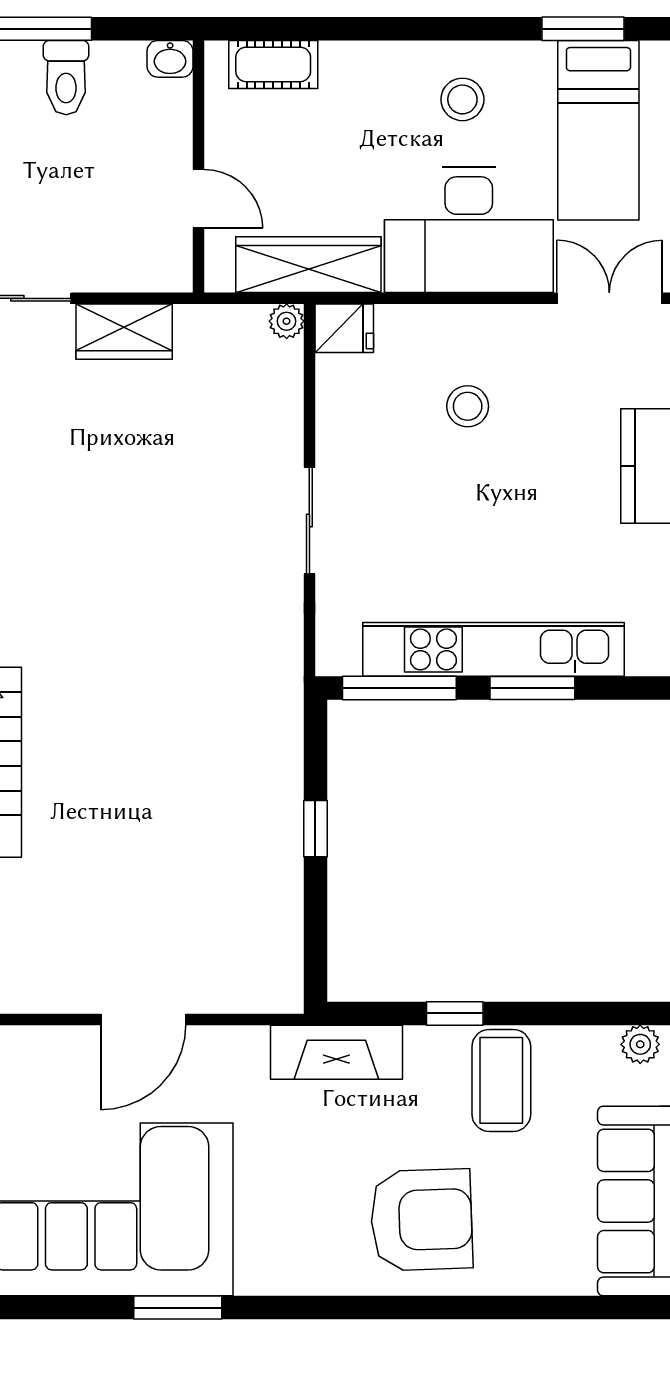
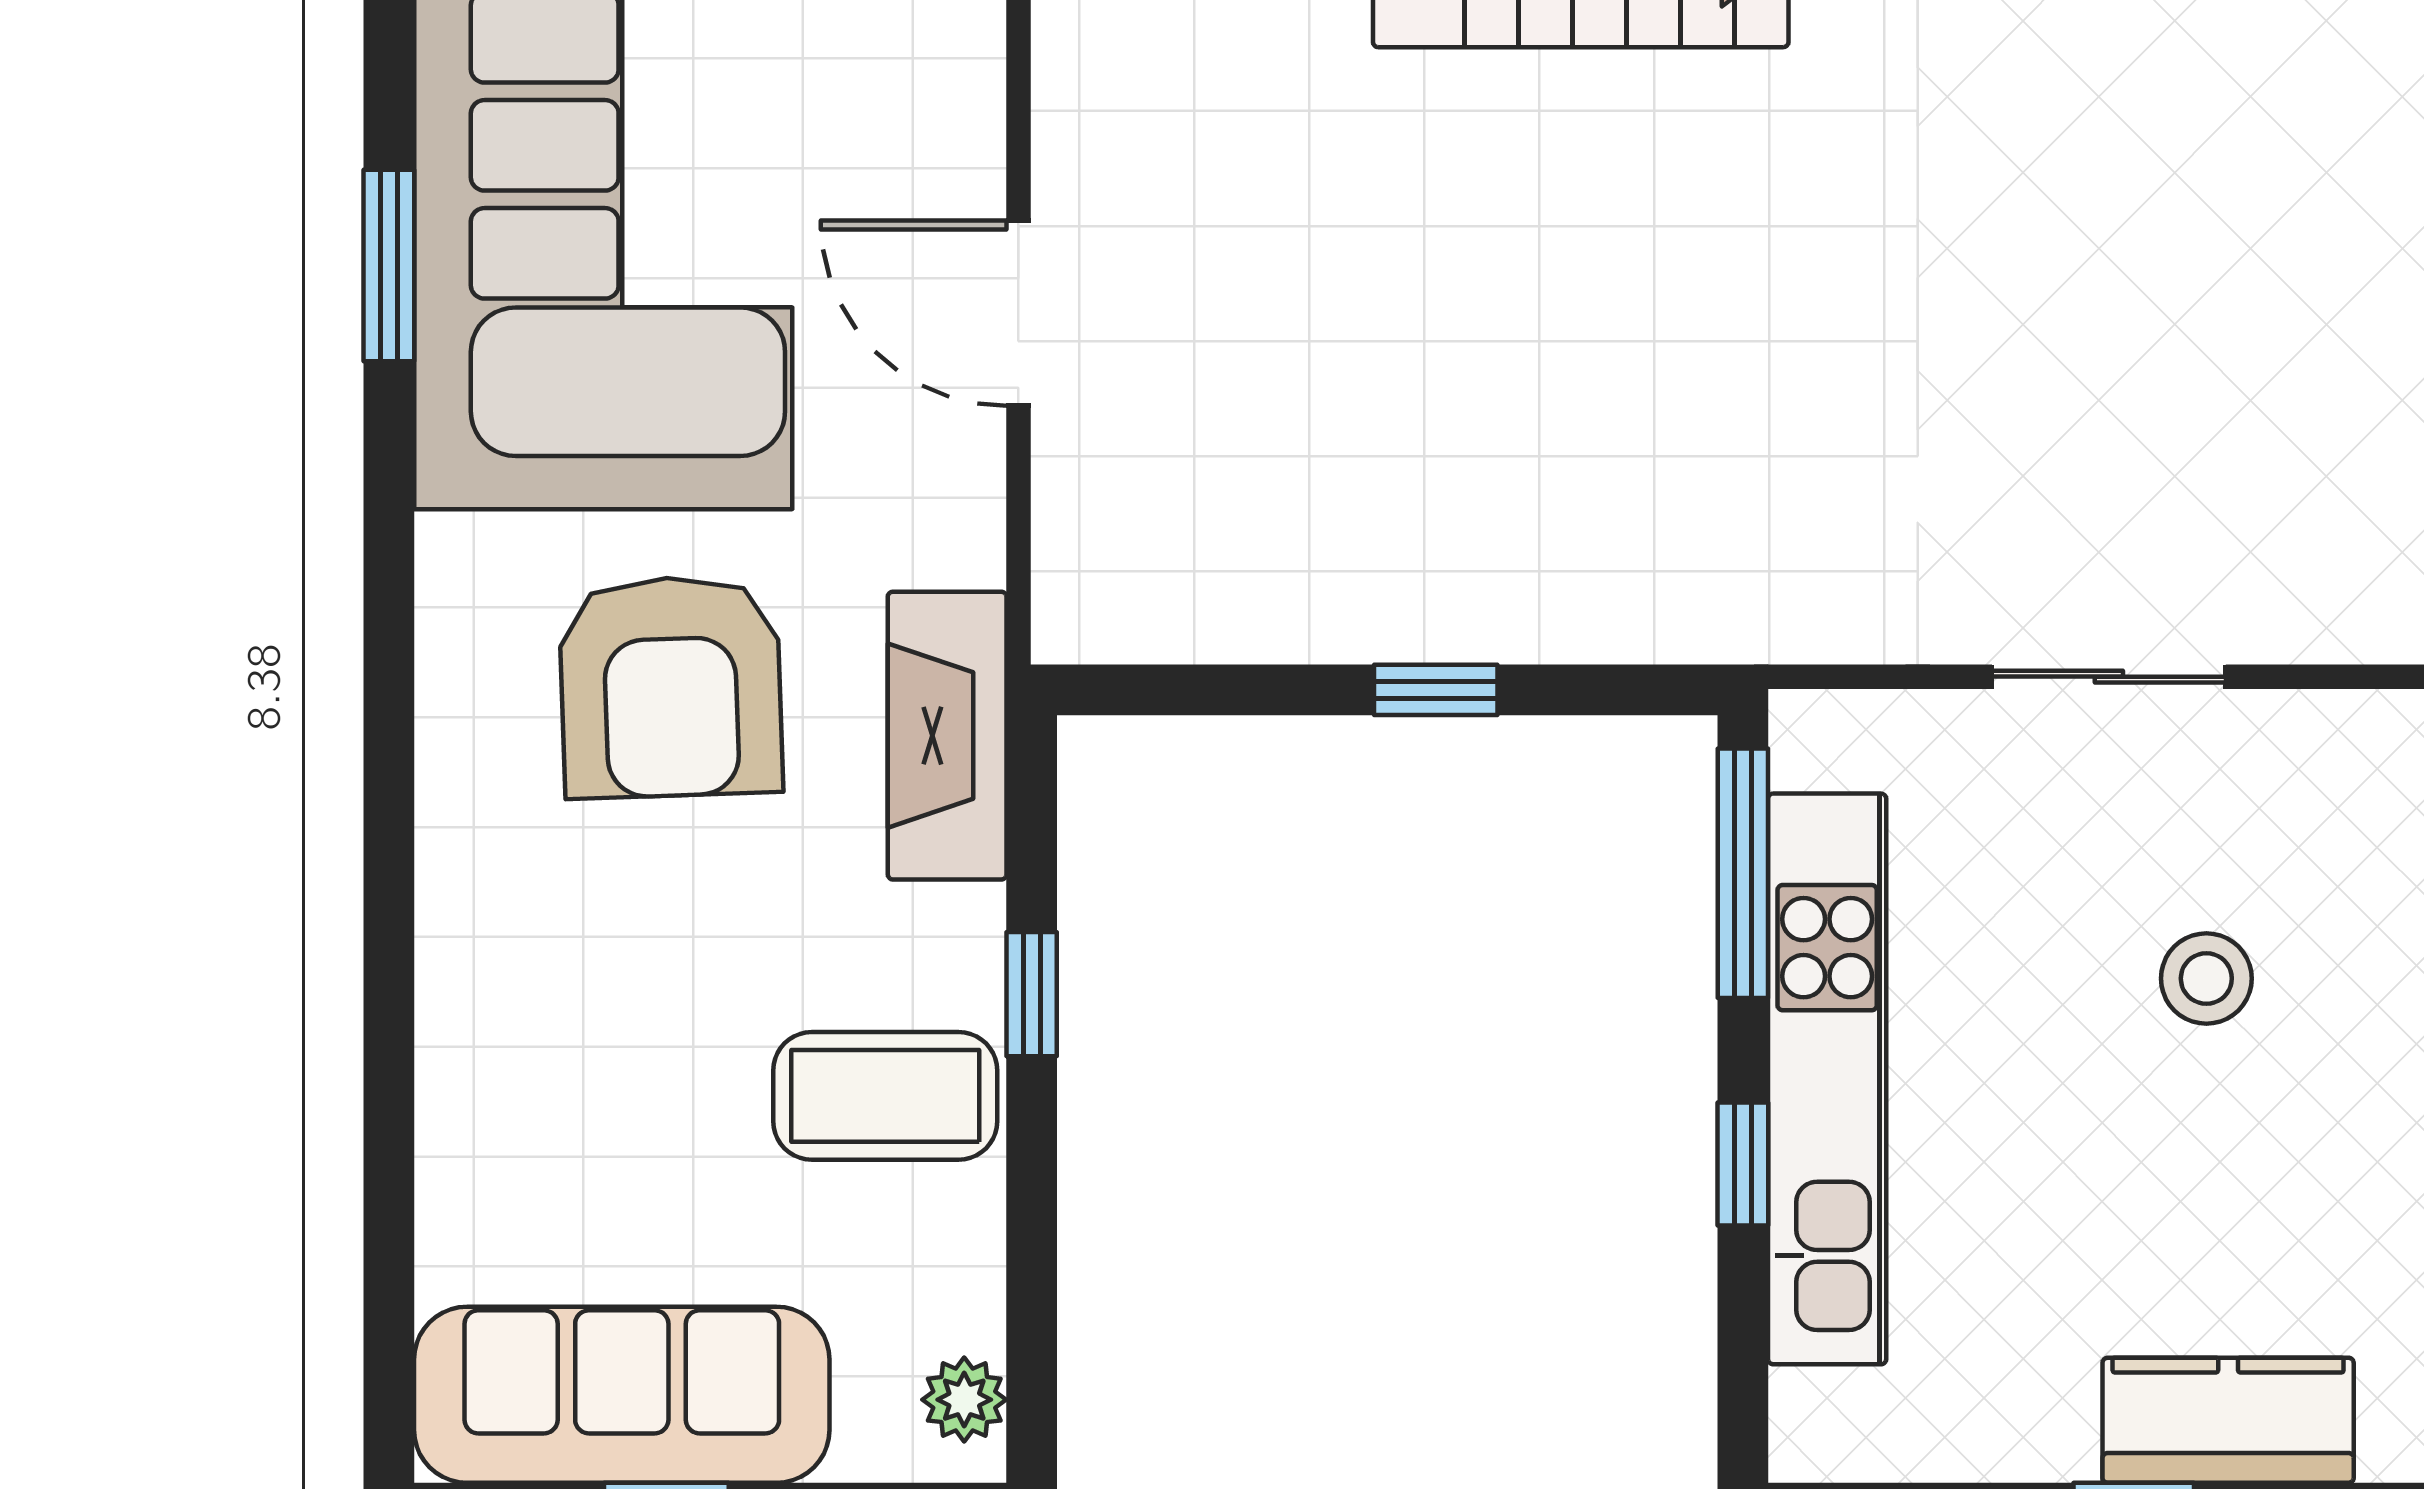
stool: (468, 406) -> (2206, 978), moved
window: (532, 688) -> (1743, 1164), width x0.67
armchair: (421, 1220) -> (671, 687), moved
window: (178, 1308) -> (389, 266), moved

